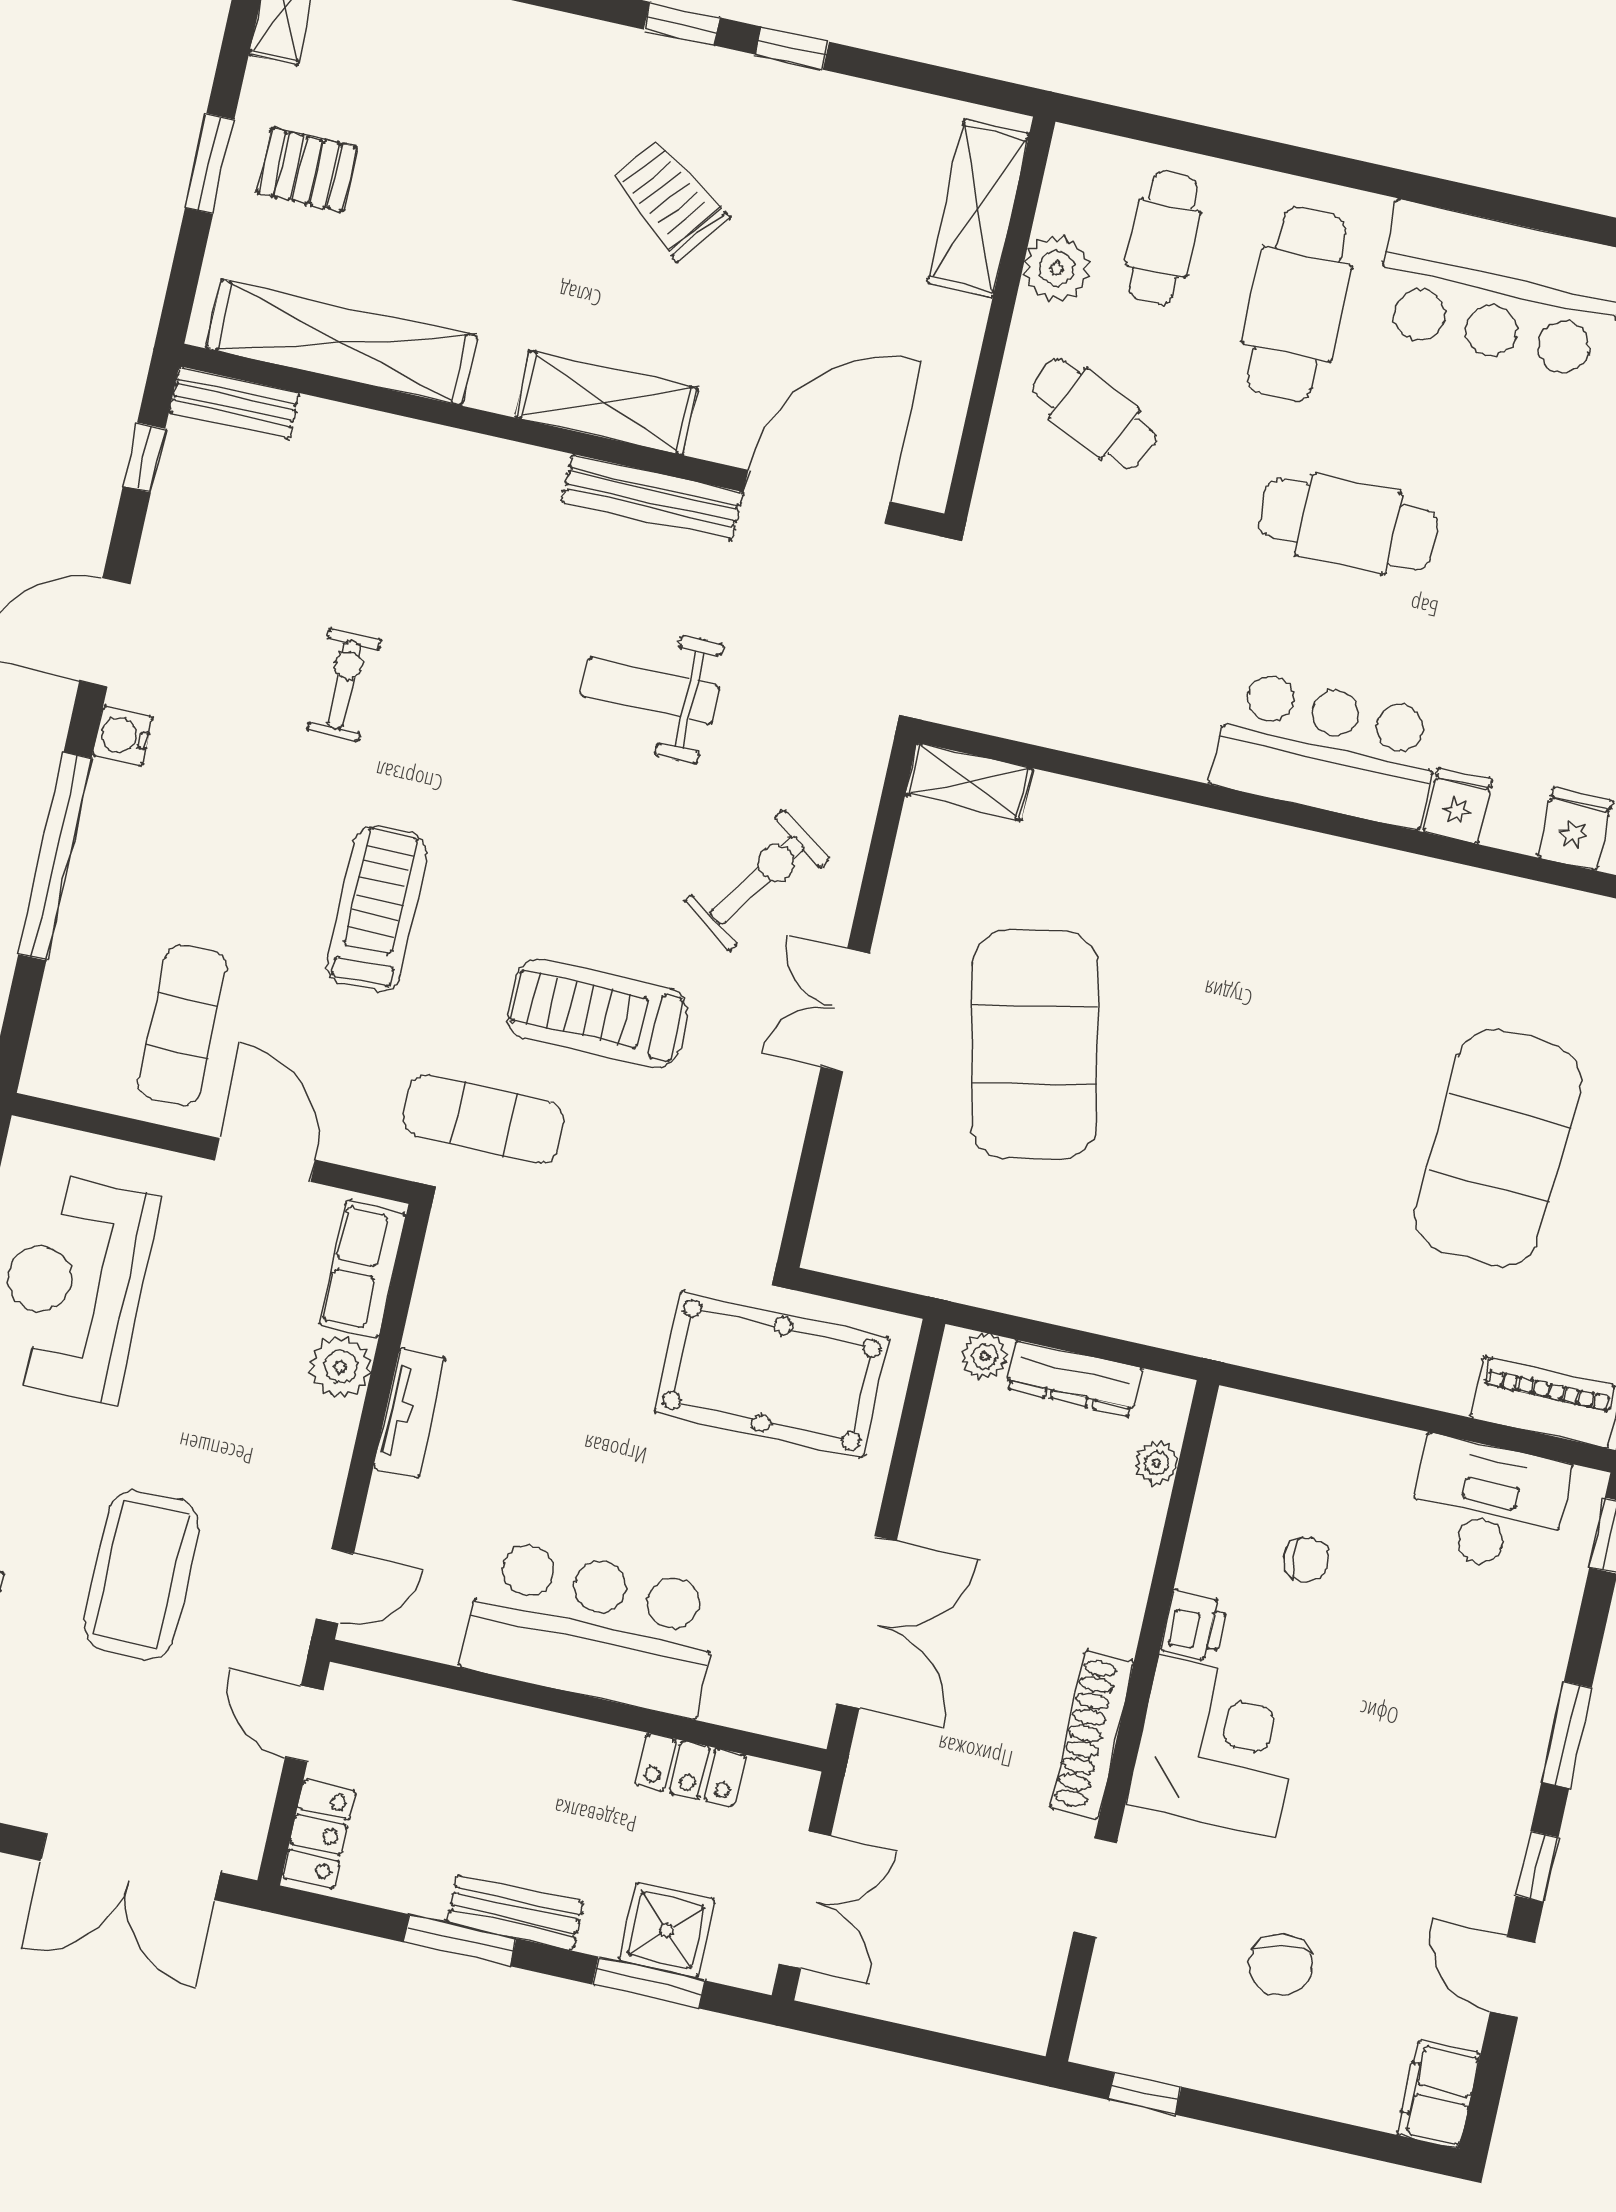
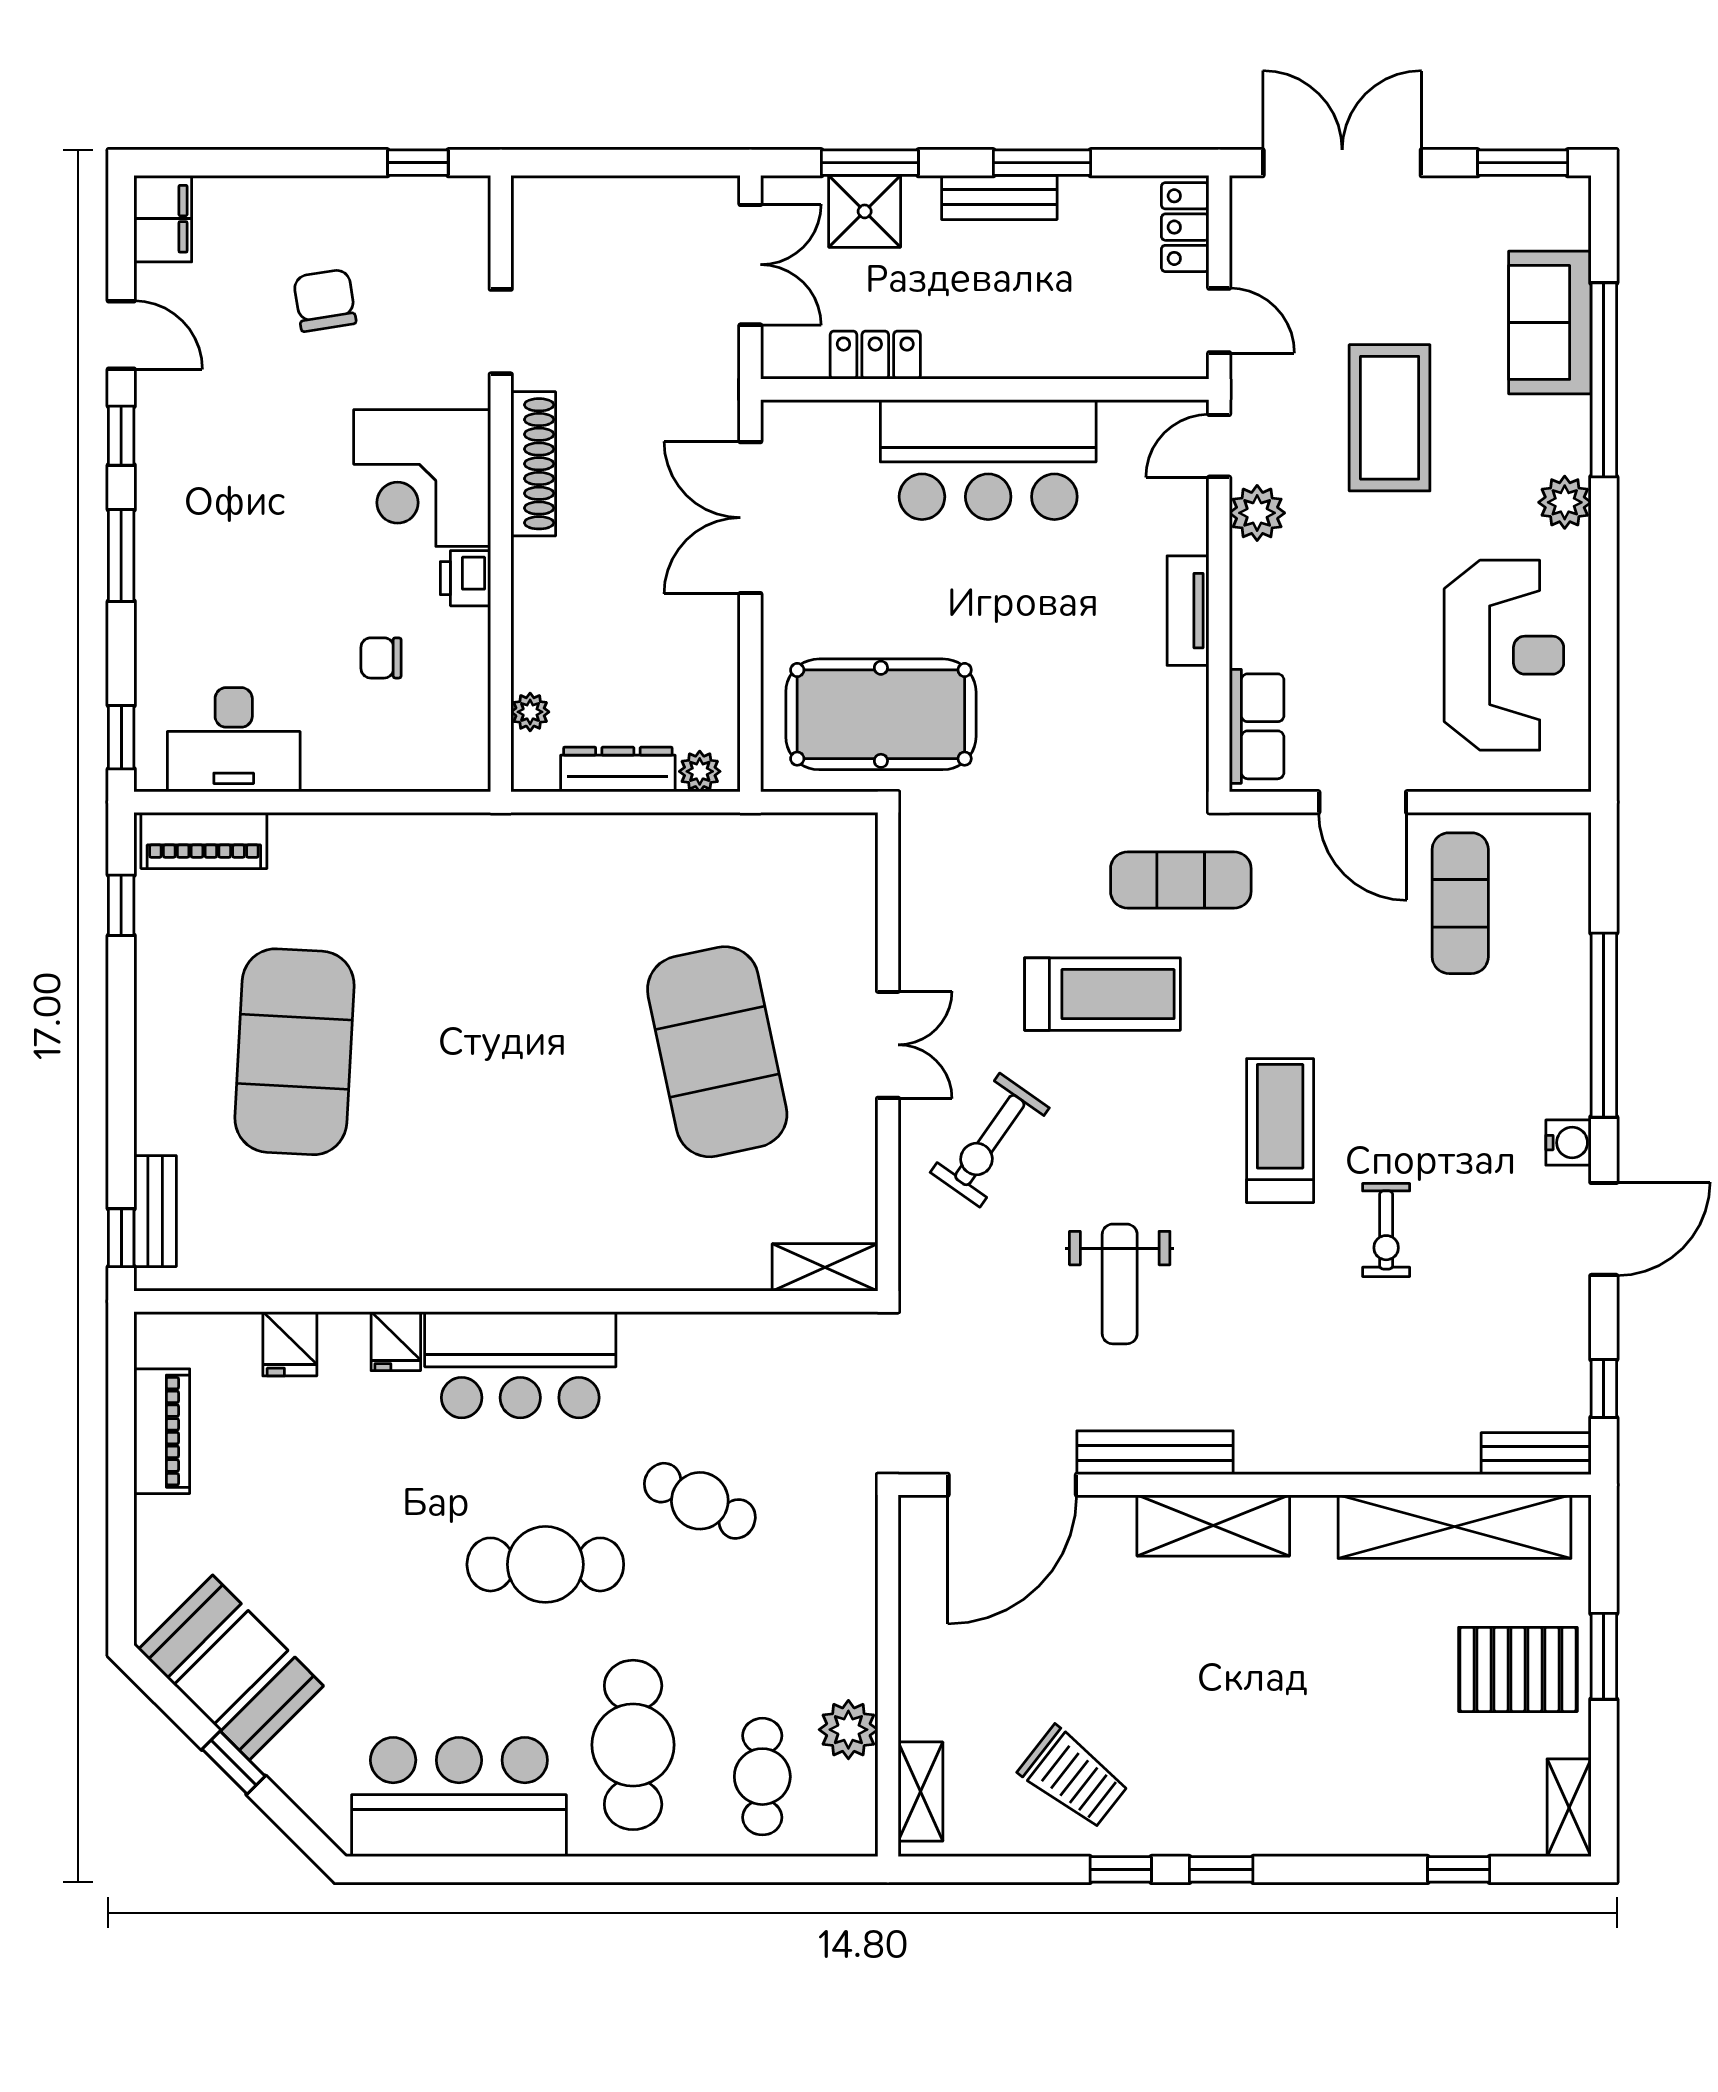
pallet: (307, 170) -> (1518, 1669), width x1.50, depth x1.42
trolley: (670, 199) -> (1074, 1777), moved
shelving: (978, 208) -> (921, 1792), width x0.67, depth x0.75
cafe table: (1094, 414) -> (700, 1501), moved
weight bench: (650, 691) -> (1120, 1284), turned 90
treadmill: (377, 908) -> (1280, 1131), moved, turned 180
plant: (340, 1367) -> (1257, 513), moved
double door: (805, 1900) -> (750, 265), swing flipped

